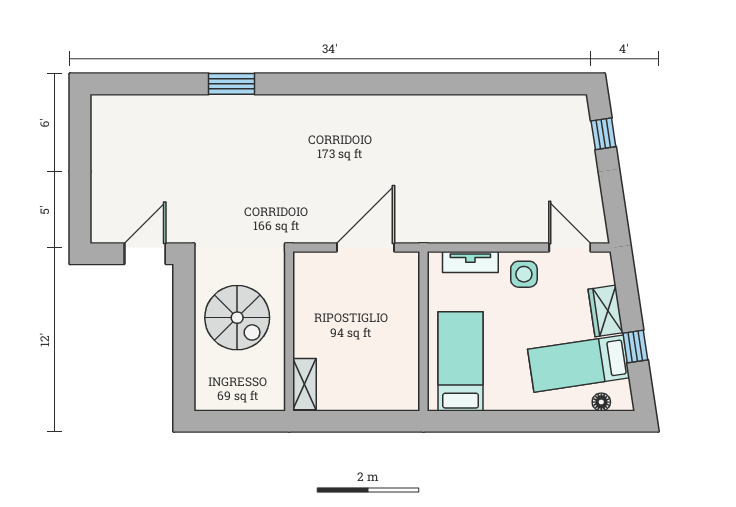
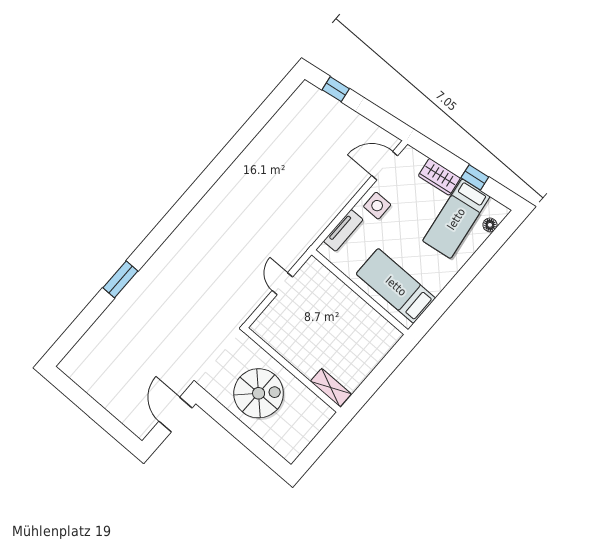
door: (366, 247) -> (282, 284), width x0.53

